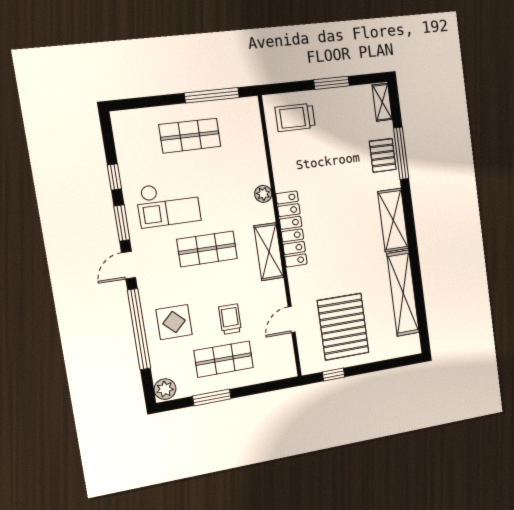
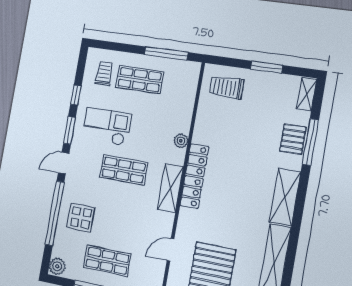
checkout: (168, 204) -> (107, 127), turned 180
trolley: (230, 319) -> (104, 73), moved

